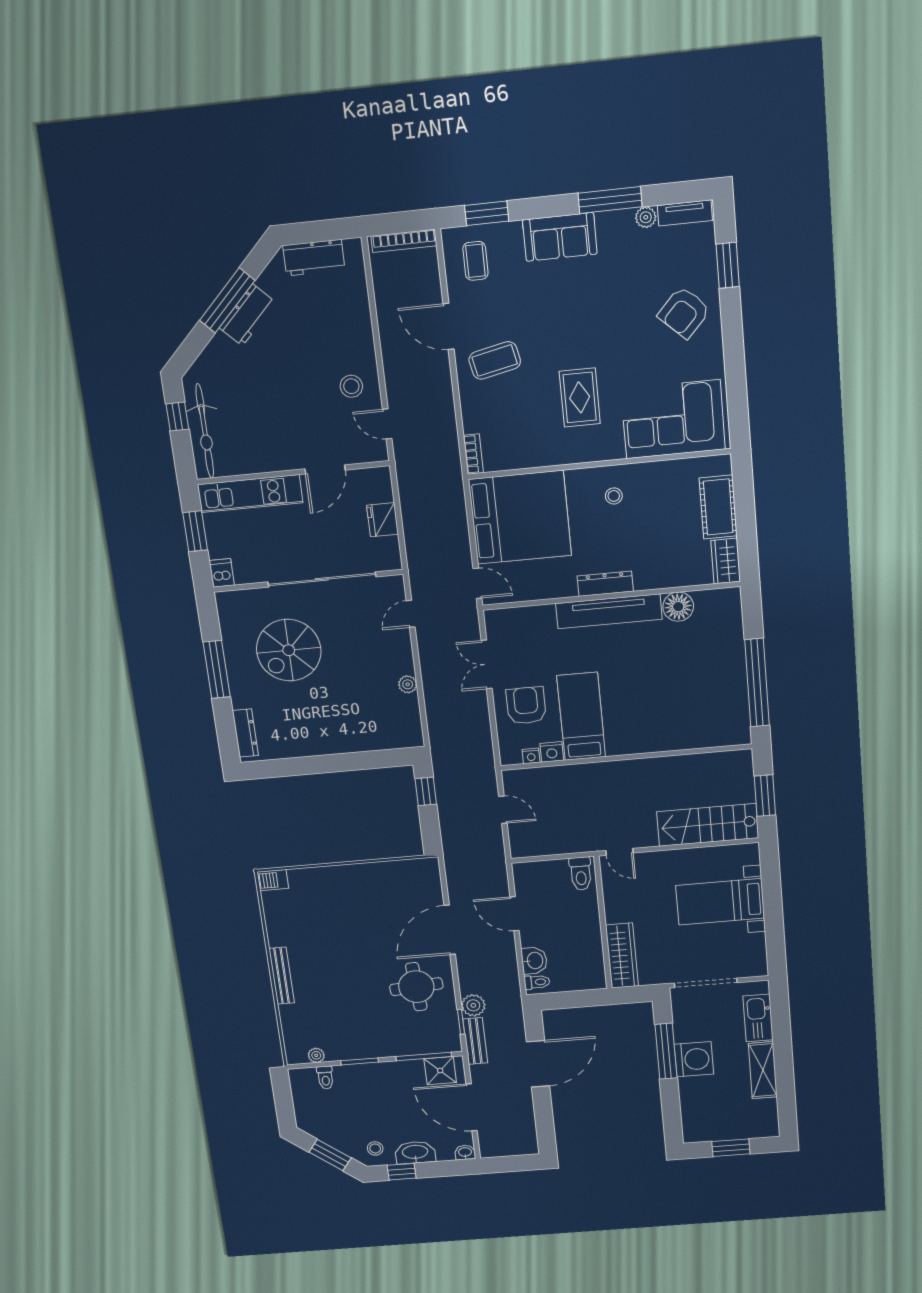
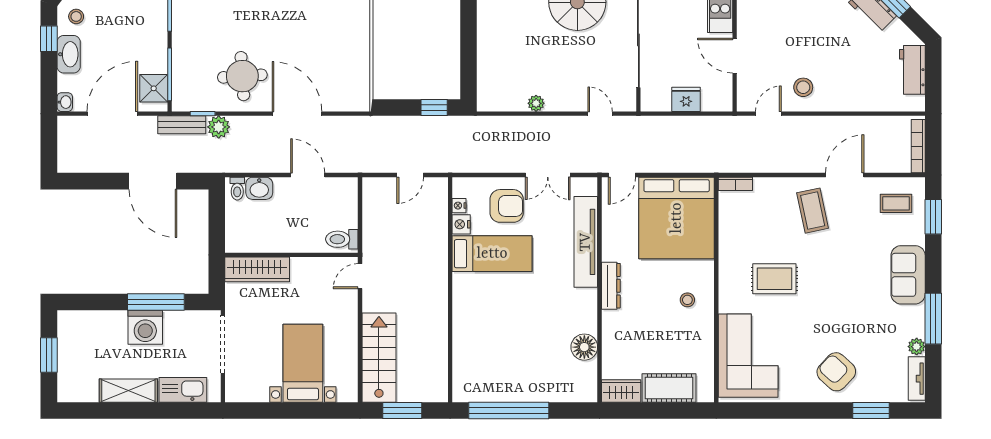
tv unit: (609, 611) -> (586, 242), moved
double door: (487, 664) -> (548, 175), swing flipped
door: (515, 914) -> (308, 175), hinge flipped

